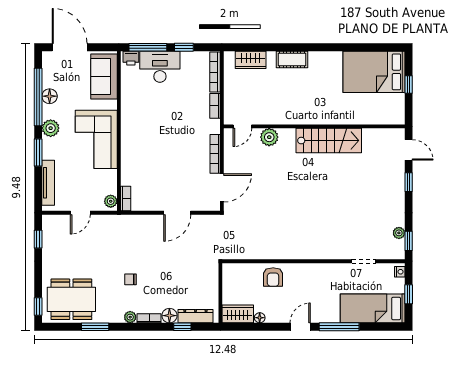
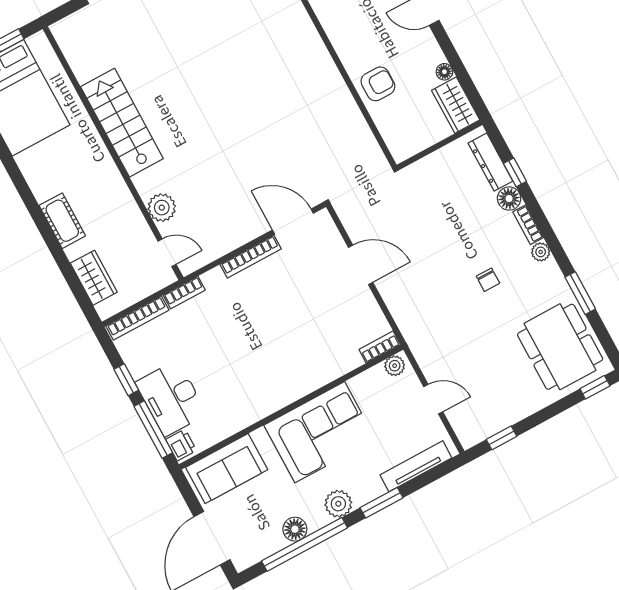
door: (242, 126) -> (167, 253), moved
wall: (314, 126) -> (113, 153), moved
plant: (269, 137) -> (162, 208), moved
stairs: (329, 141) -> (122, 123), moved

